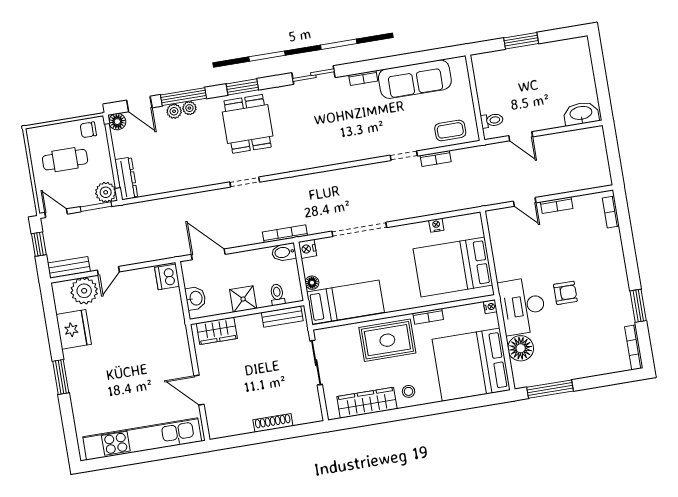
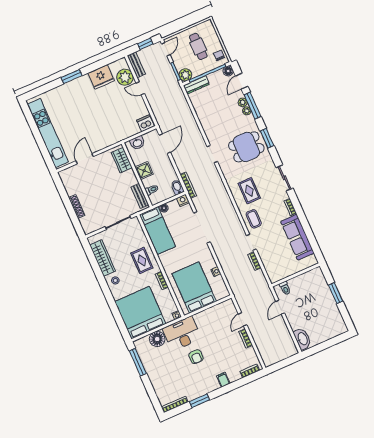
coffee table: (450, 130) -> (254, 219), moved
rug: (320, 137) -> (249, 191), added
filing cabinet: (614, 258) -> (223, 380), added
rug: (387, 340) -> (142, 260), width x0.73, depth x0.70

